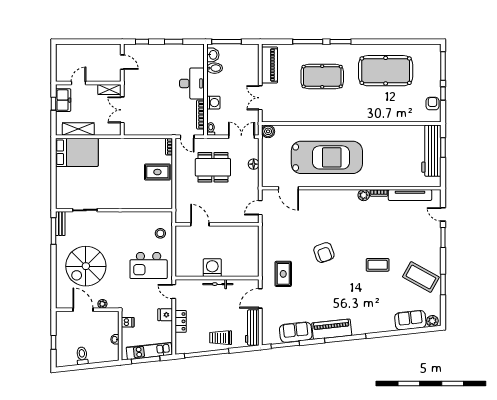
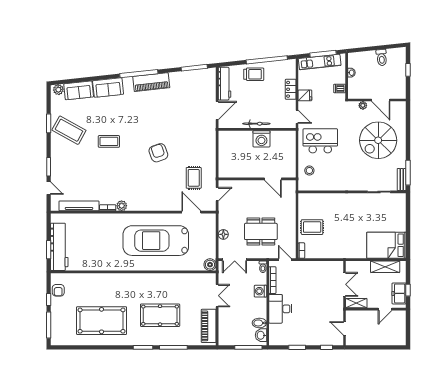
spiral stairs: (86, 266) -> (378, 140), turned 180
rug: (283, 274) -> (194, 178), moved
sofa: (296, 332) -> (108, 88), moved

